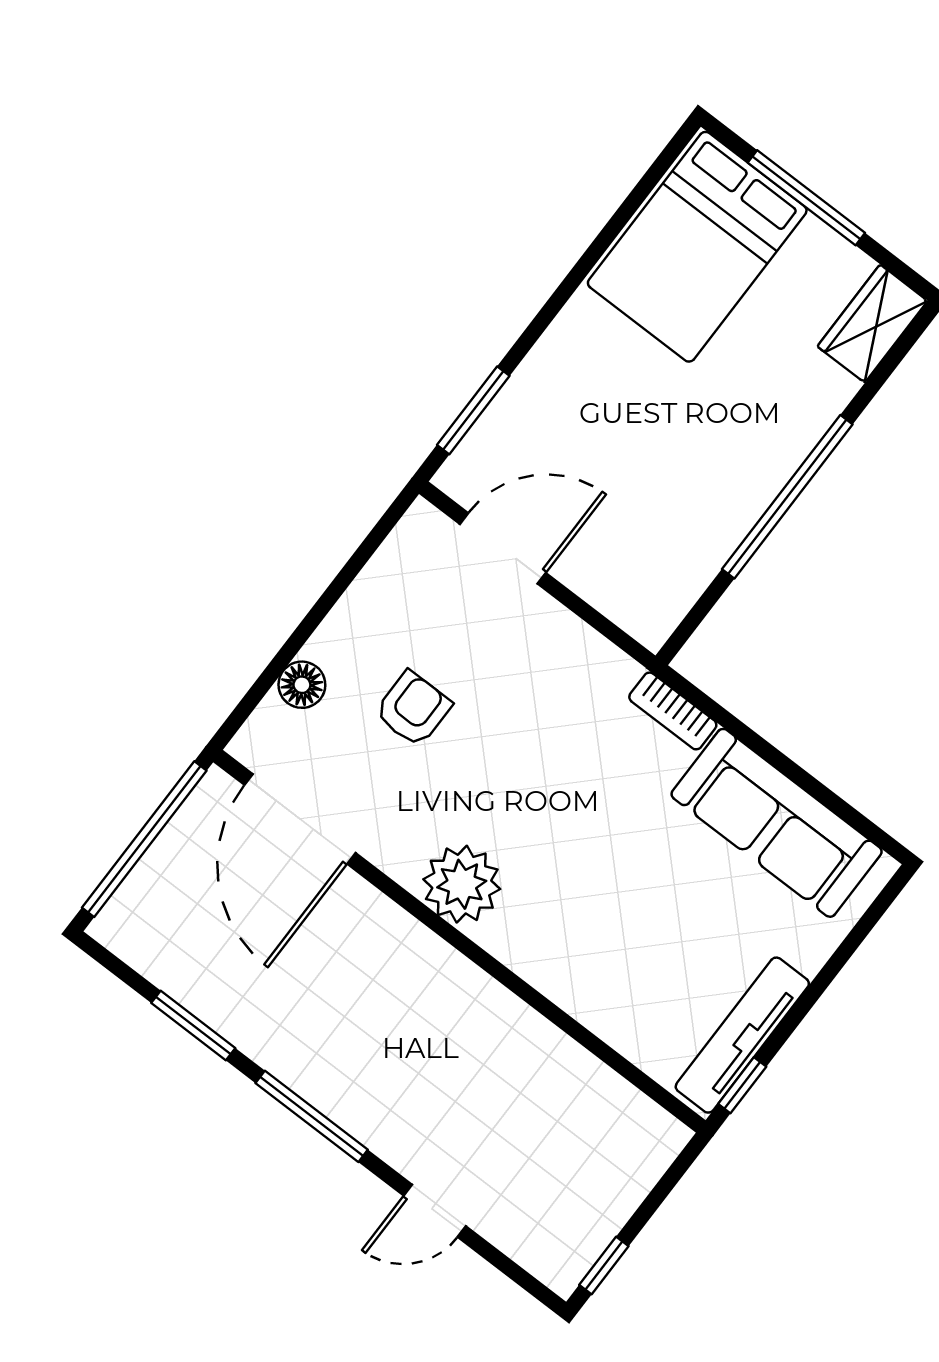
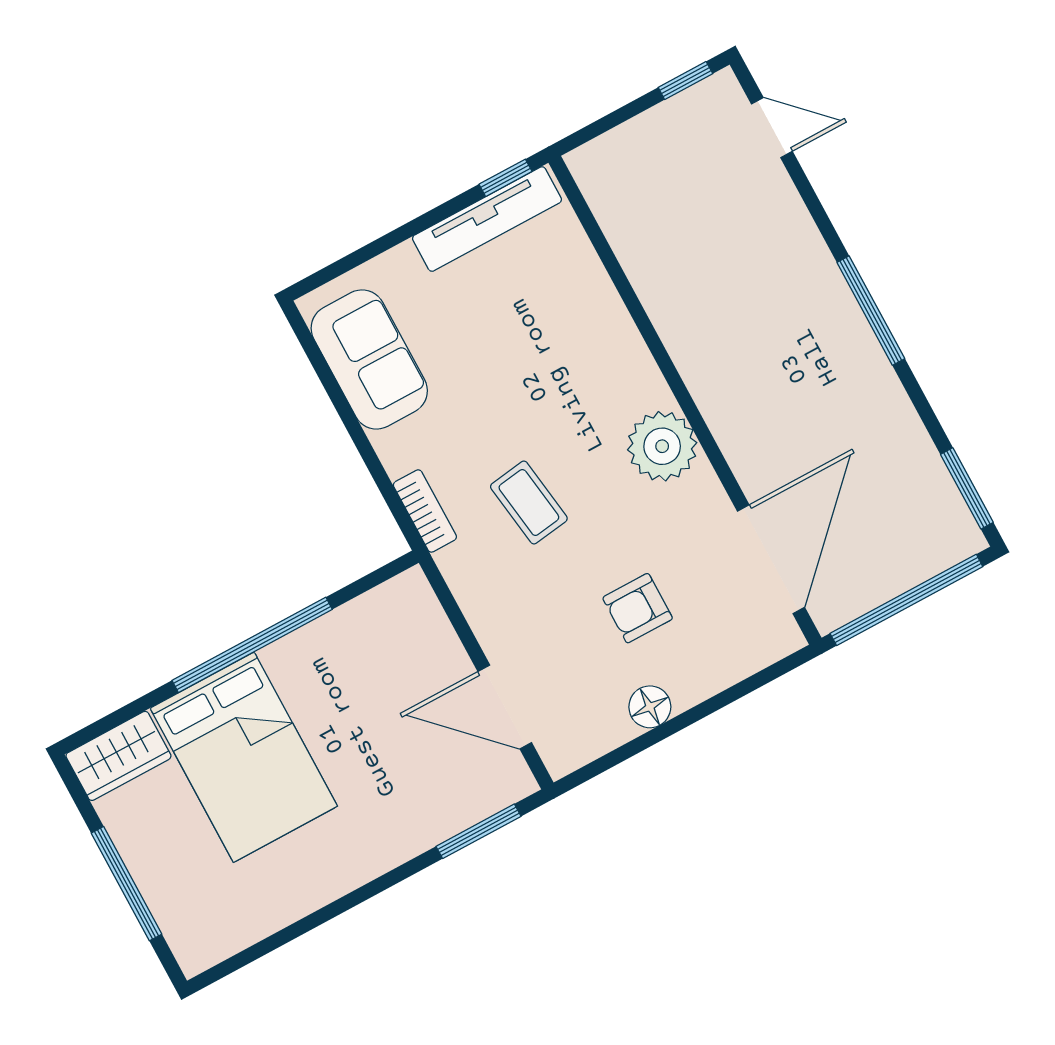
bed: (697, 247) -> (244, 757), moved, turned 90
floor lamp: (302, 685) -> (650, 707), moved
coffee table: (571, 767) -> (529, 503), added
sofa: (777, 823) -> (369, 359), width x0.73
window: (193, 1026) -> (967, 488), moved
door: (435, 1211) -> (772, 128), moved

